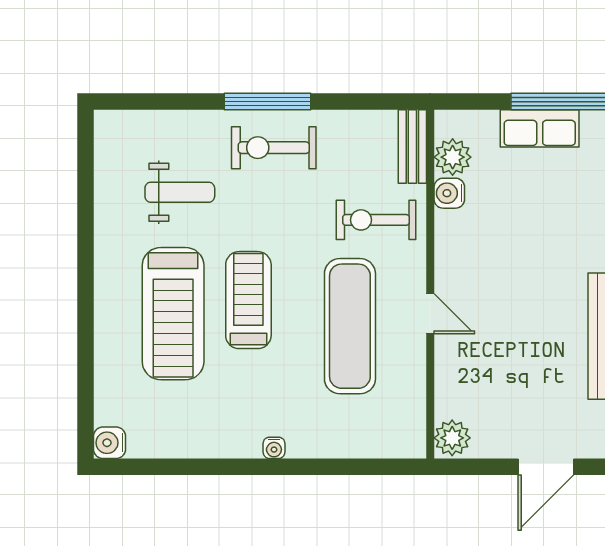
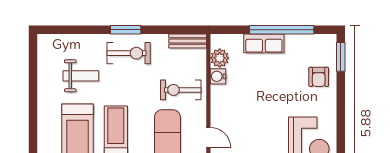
window: (268, 102) -> (126, 30), width x0.69
bench: (412, 146) -> (188, 41), moved, turned 90
exercise bike: (274, 148) -> (129, 53), turned 180

